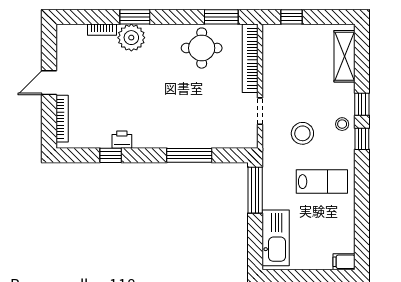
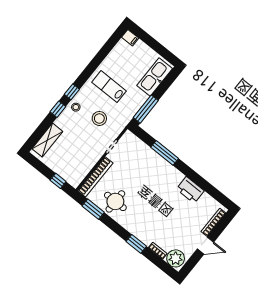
plant: (131, 38) -> (176, 258), moved
printer: (122, 140) -> (190, 190), width x1.87, depth x1.48
window: (111, 155) -> (204, 184), removed

